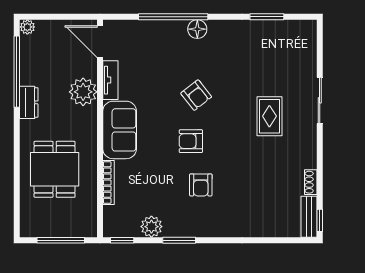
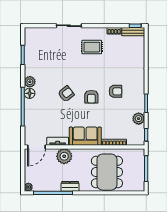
plant: (218, 30) -> (30, 82), added
rug: (269, 116) -> (92, 47), moved
dining table: (55, 169) -> (107, 172), width x1.38

